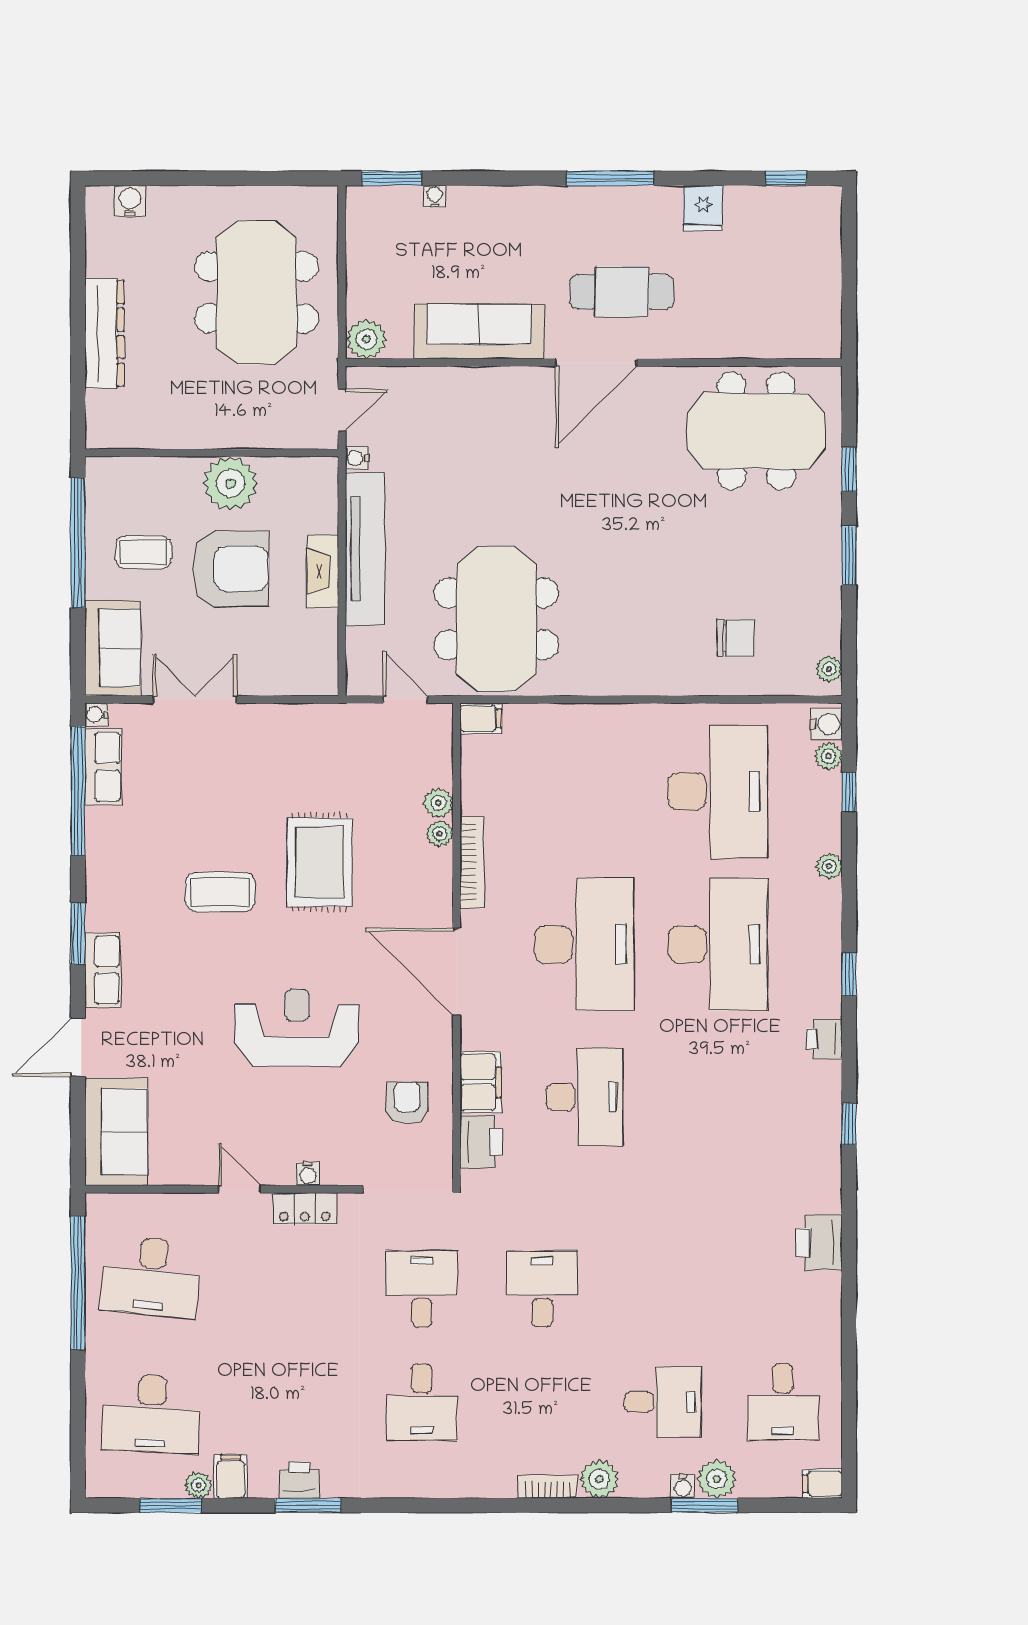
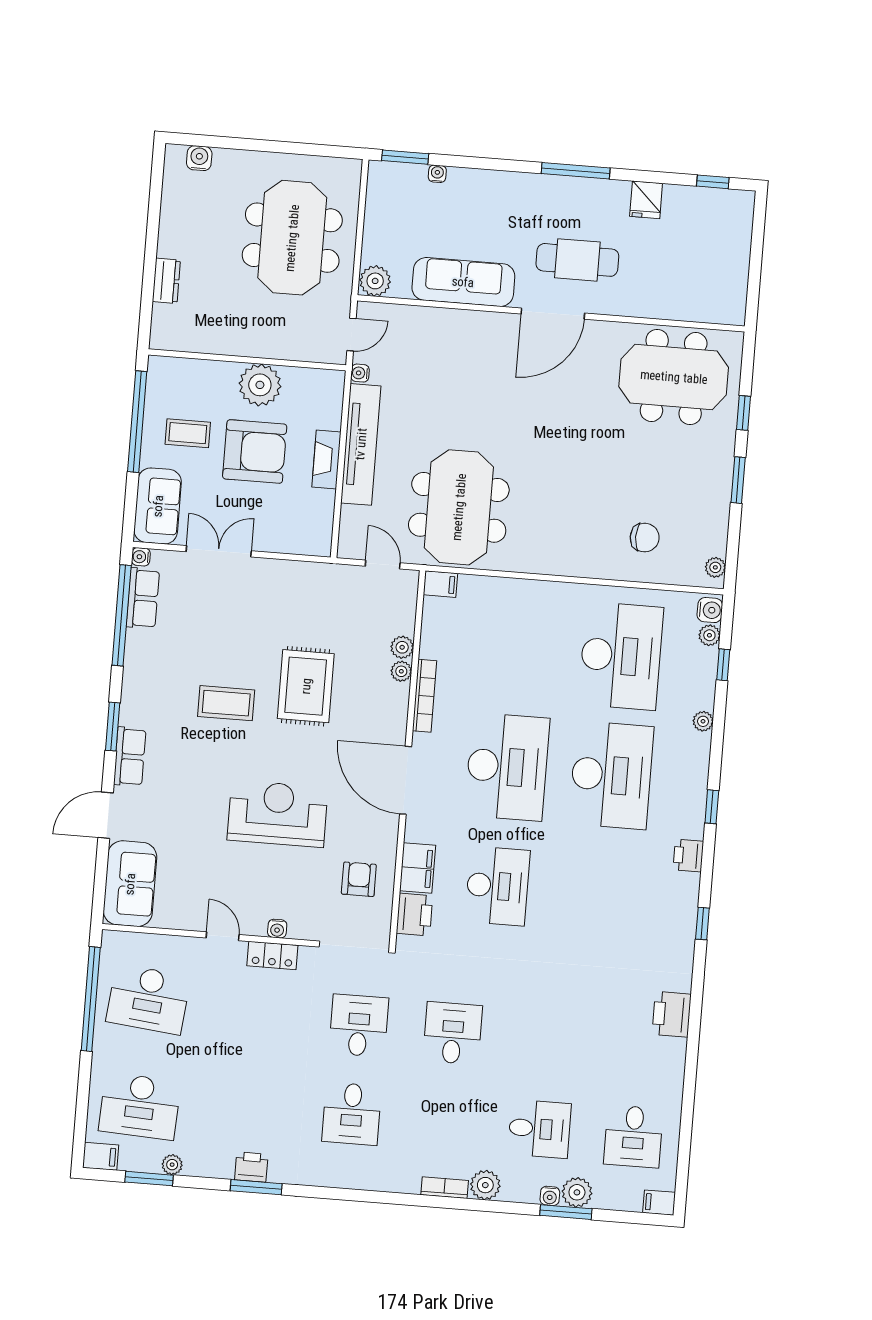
dresser: (104, 333) -> (166, 281), width x0.51, depth x0.80
filing cabinet: (231, 1477) -> (101, 1156), moved, turned 90

